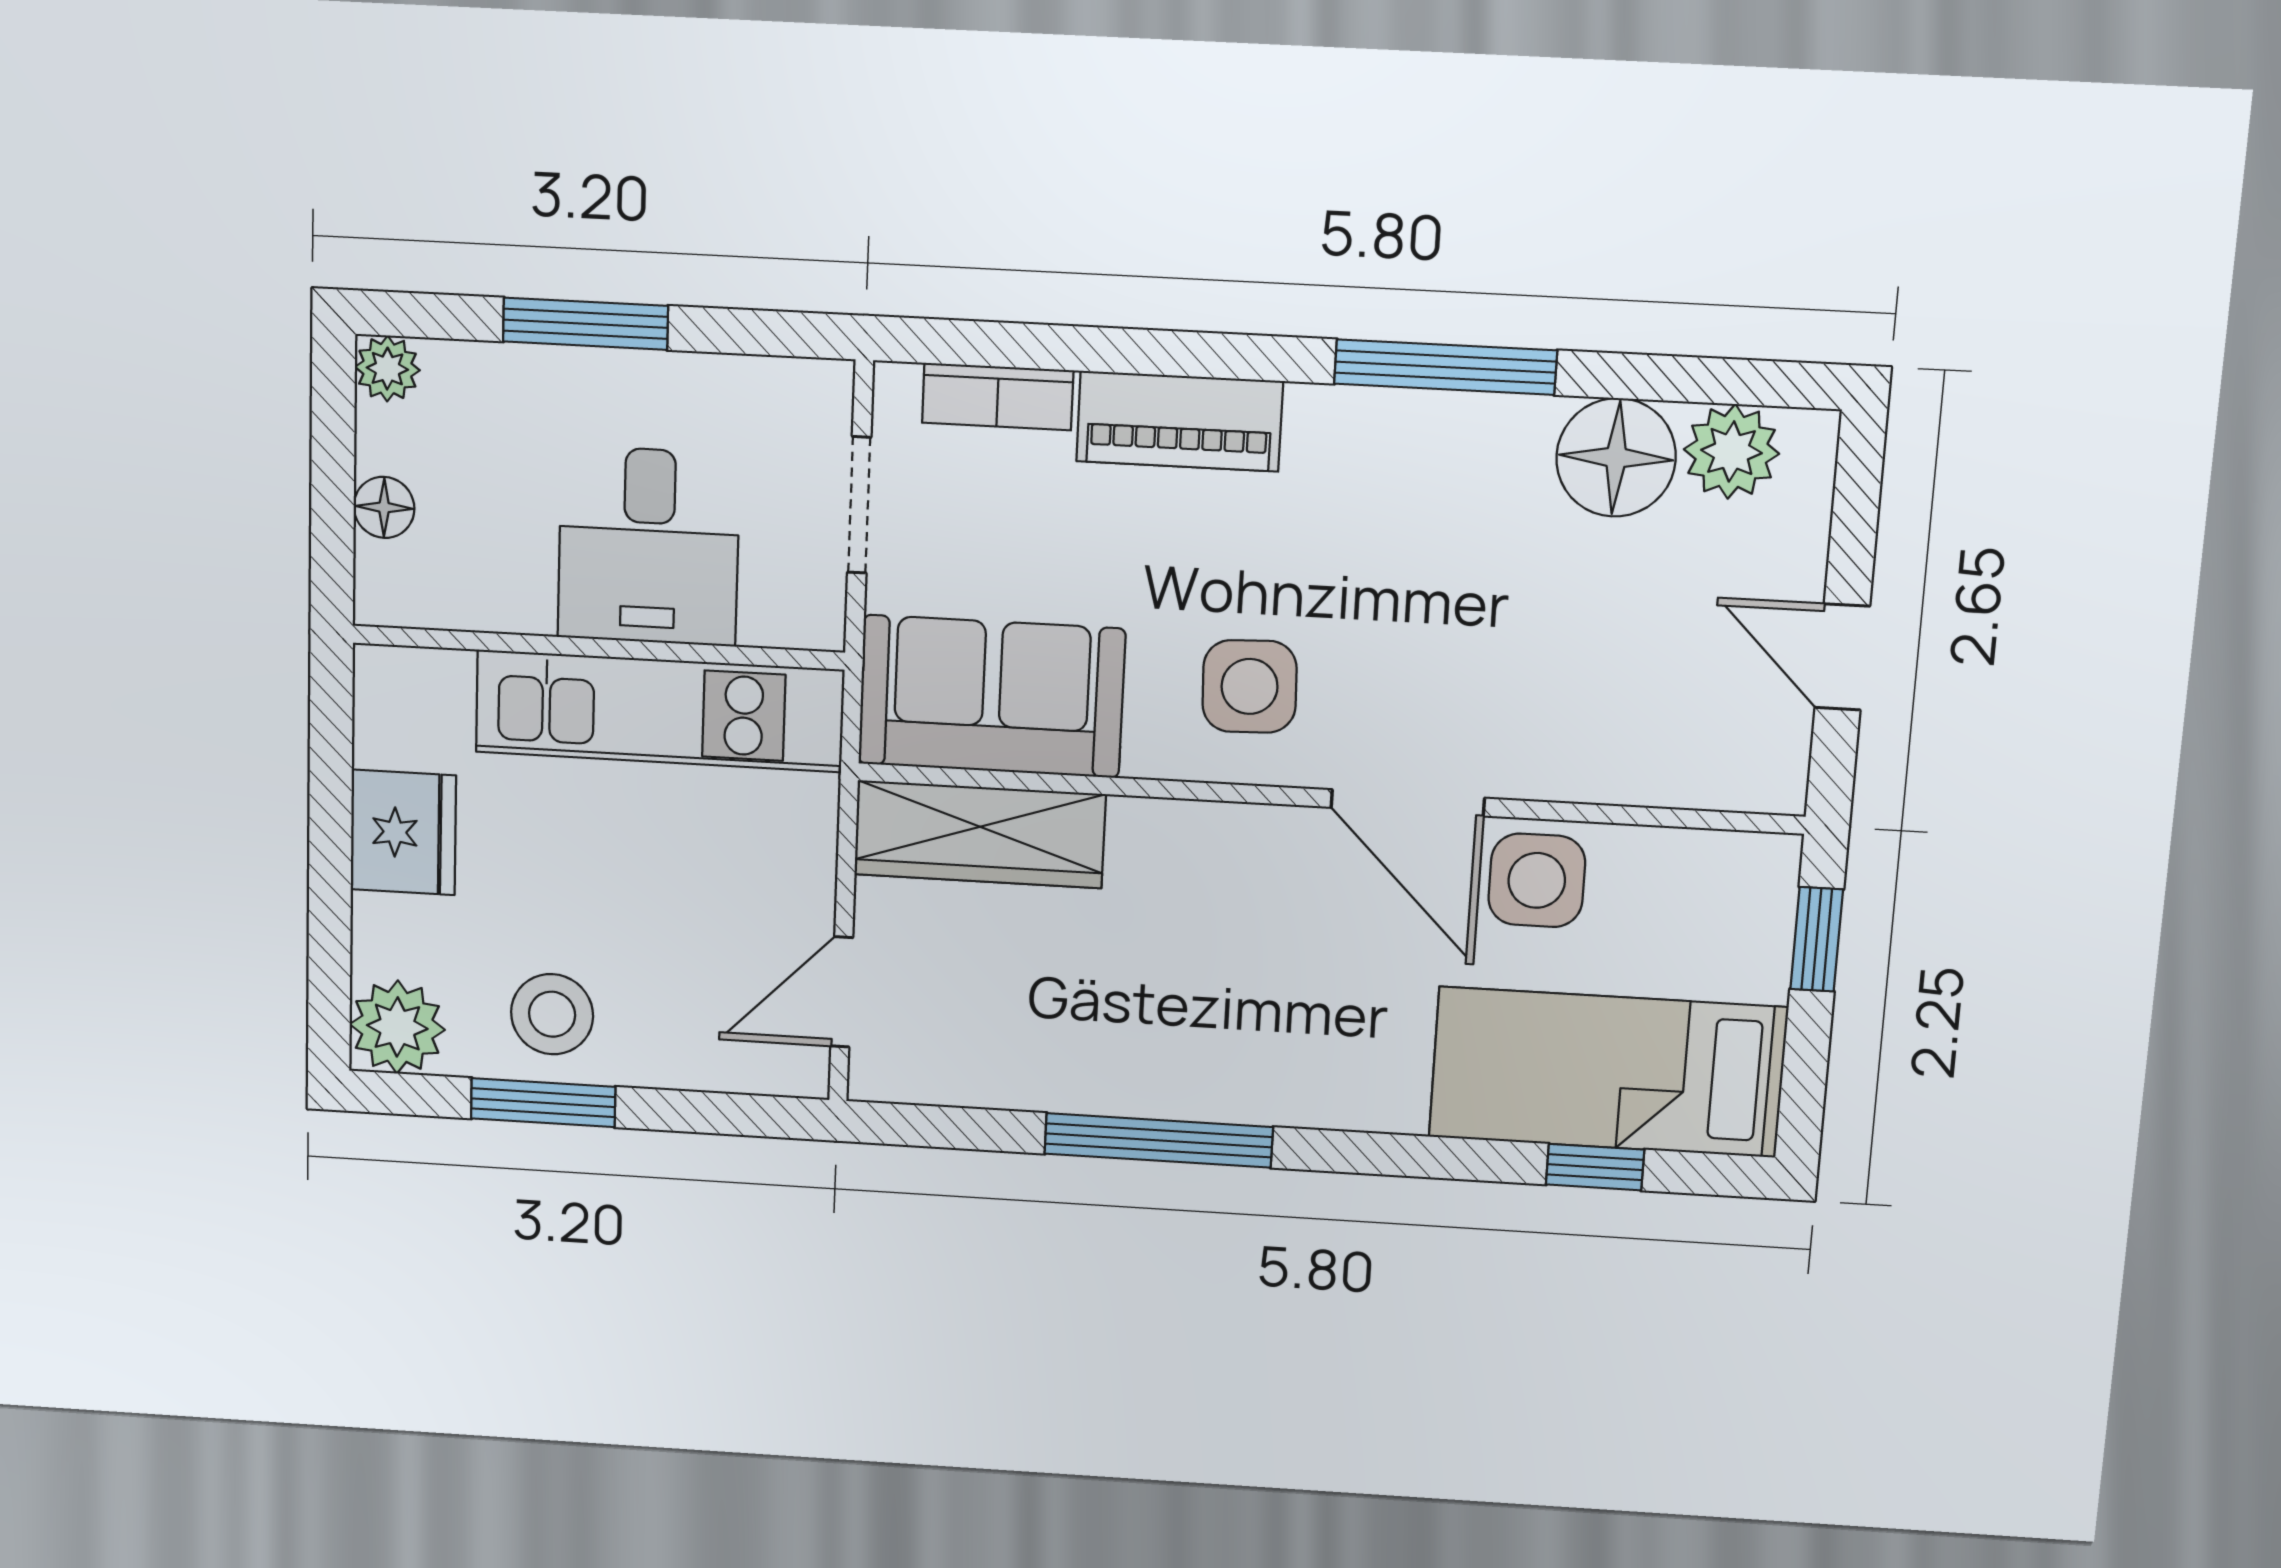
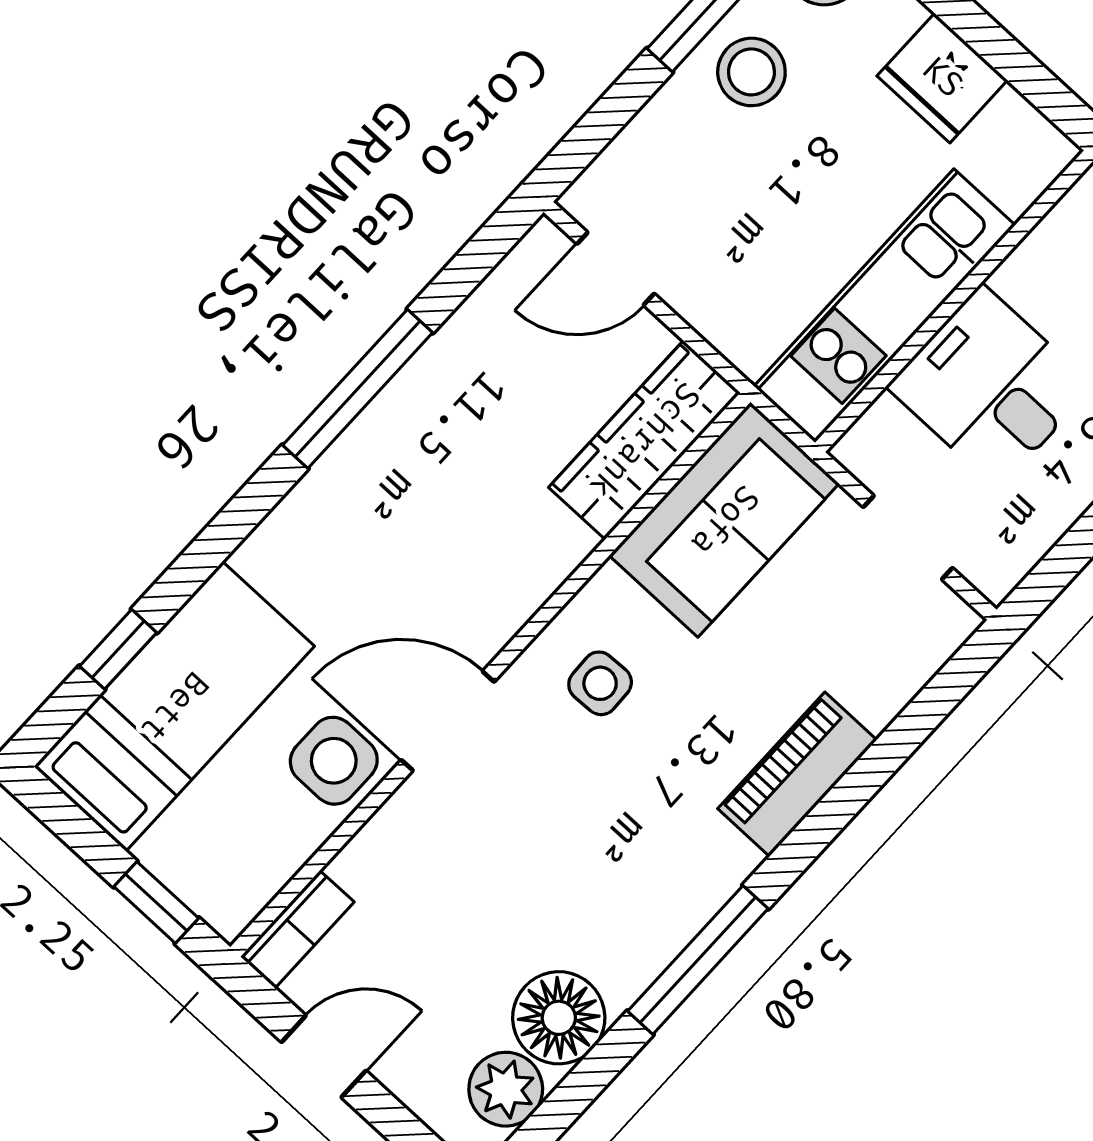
bookcase: (998, 397) -> (297, 929), moved, turned 180
side table: (1250, 686) -> (600, 683), width x0.73, depth x0.73
door: (842, 992) -> (616, 269), swing flipped

